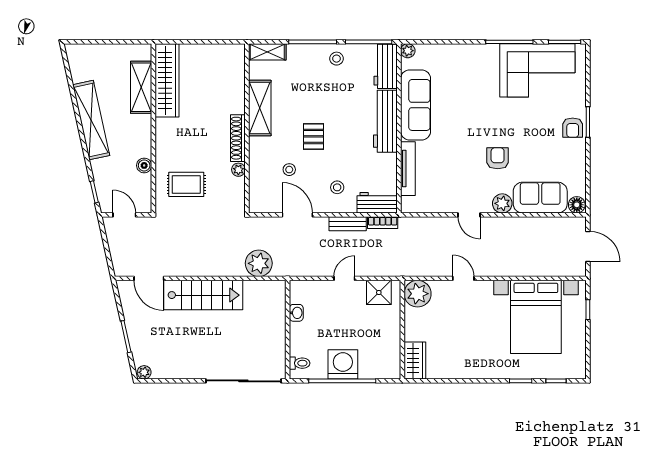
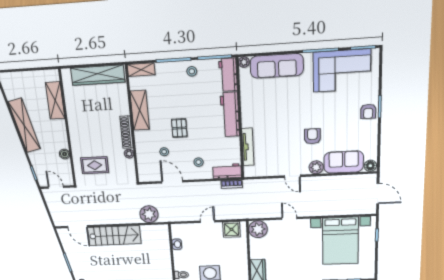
wardrobe: (167, 80) -> (98, 75), moved, turned 90
sofa: (416, 105) -> (277, 66), moved, turned 90
bench: (348, 224) -> (207, 186), removed

